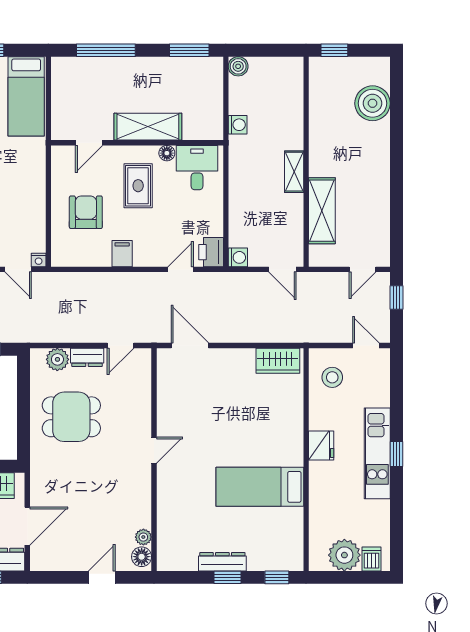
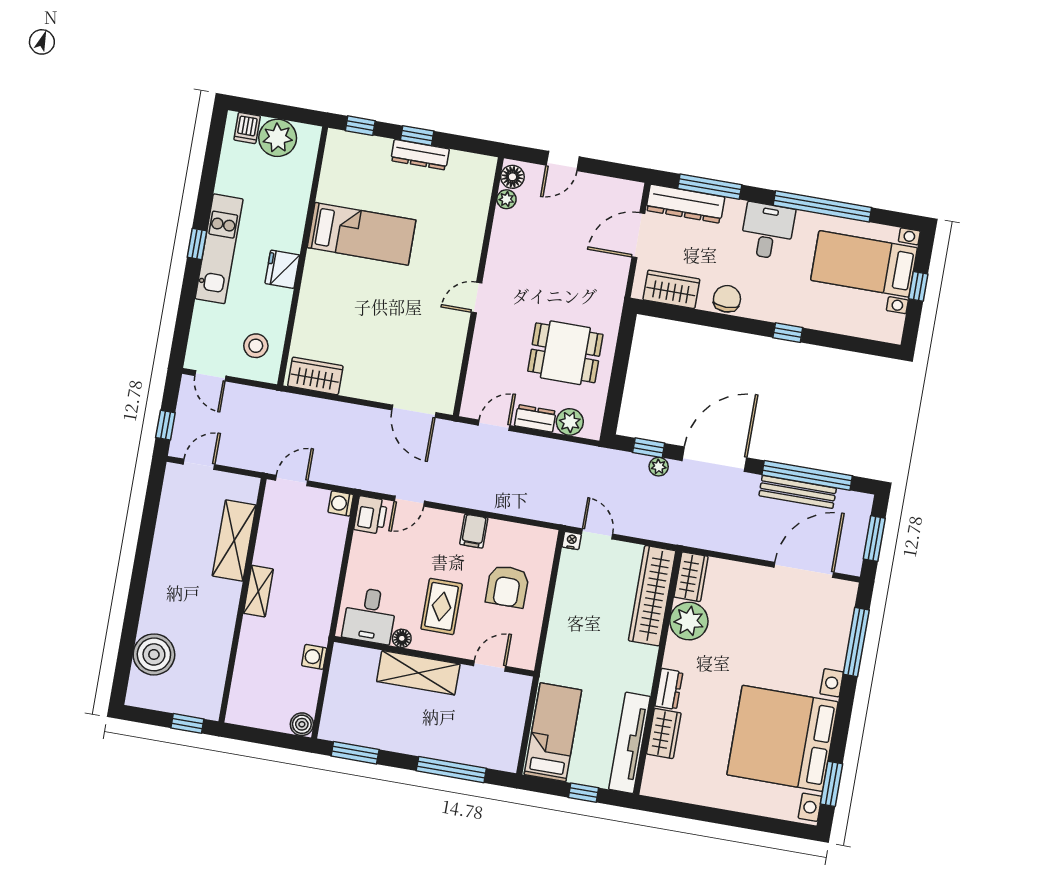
door: (282, 269) -> (292, 481), hinge flipped

